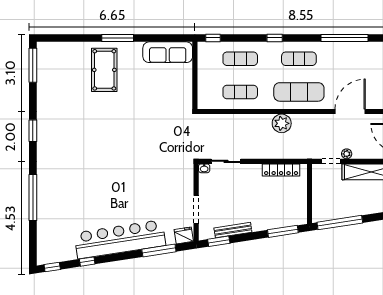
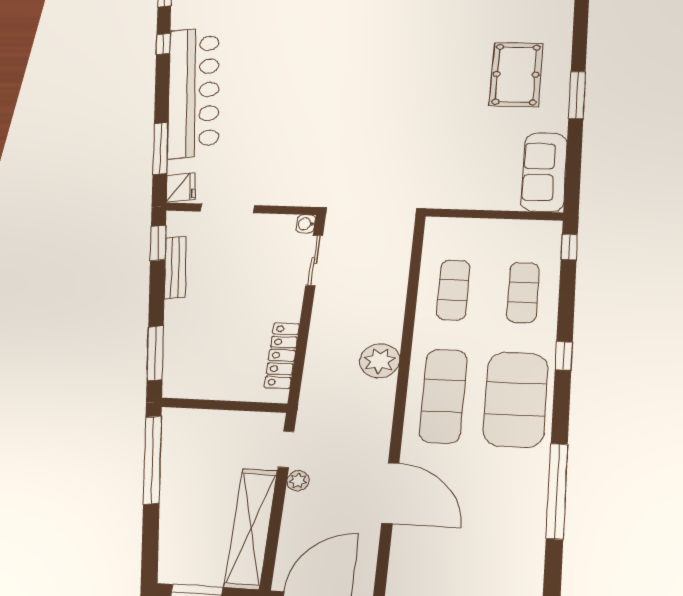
exercise mat: (299, 59) -> (516, 399), width x2.00, depth x1.45
pool table: (104, 70) -> (516, 74), turned 90

